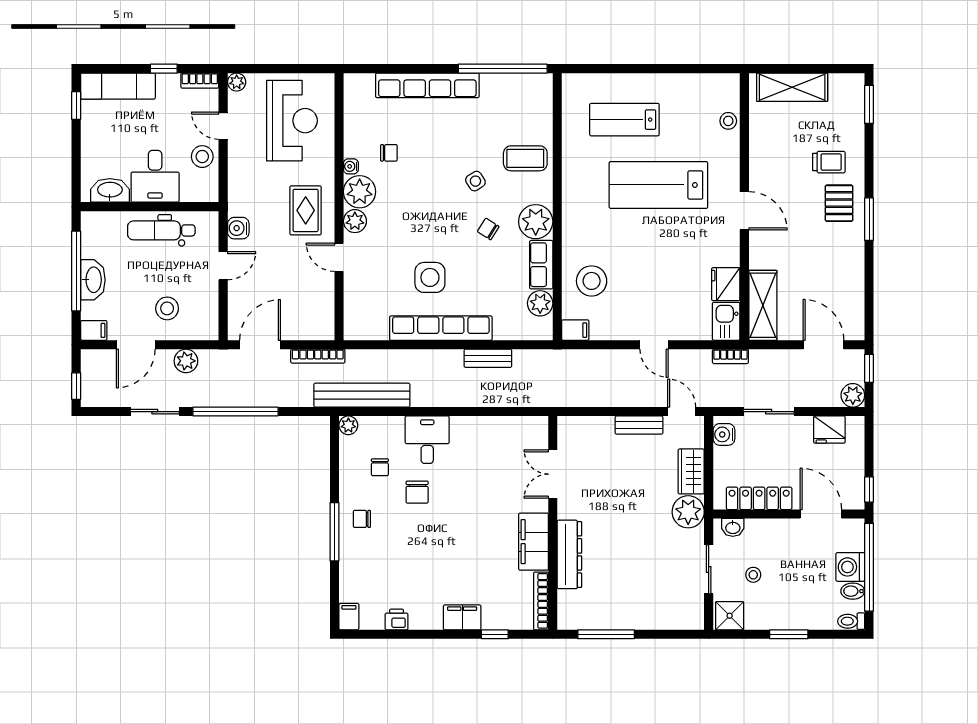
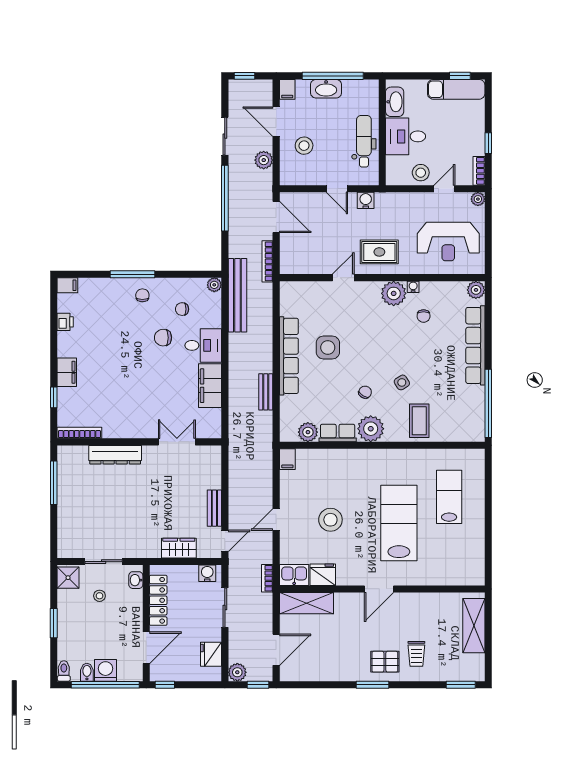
exam couch: (118, 86) -> (456, 89), moved, turned -90
stool: (728, 121) -> (448, 577), removed
plant: (355, 221) -> (476, 290), moved
stool: (592, 281) -> (330, 520), moved
plant: (688, 512) -> (148, 546), removed
filing cabinet: (534, 542) -> (210, 386), moved, turned -90

